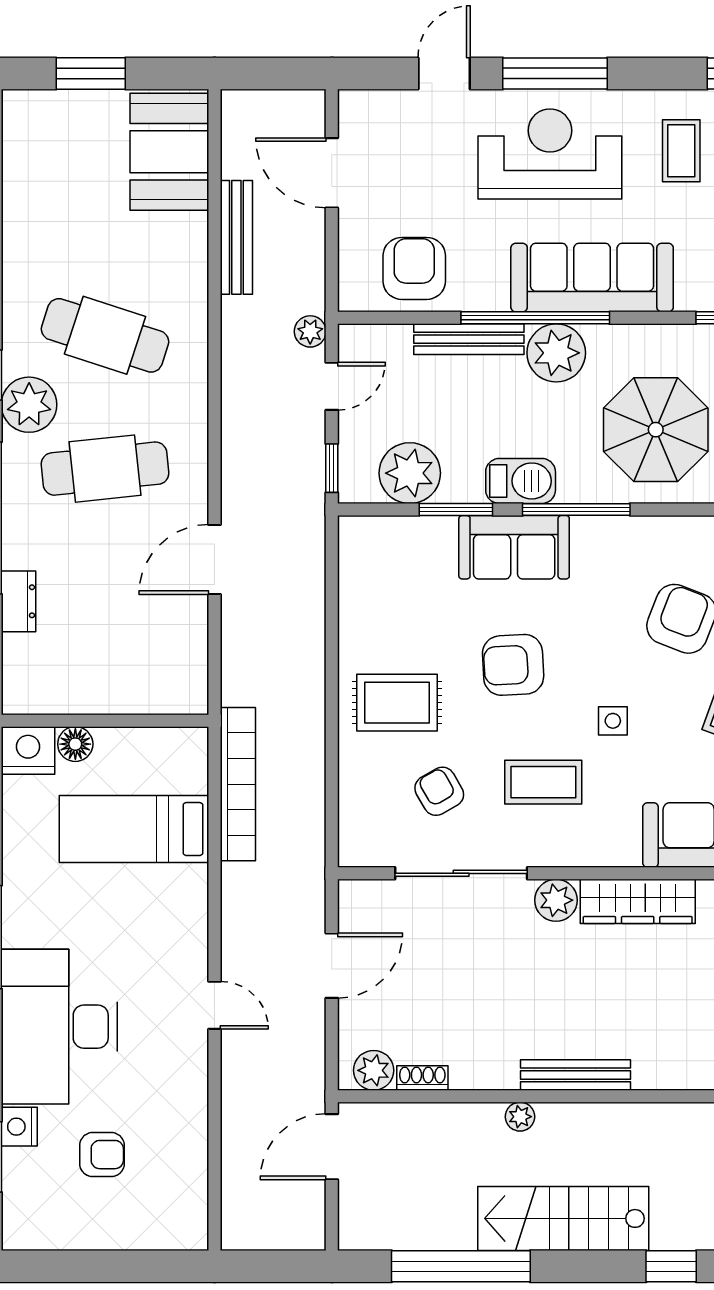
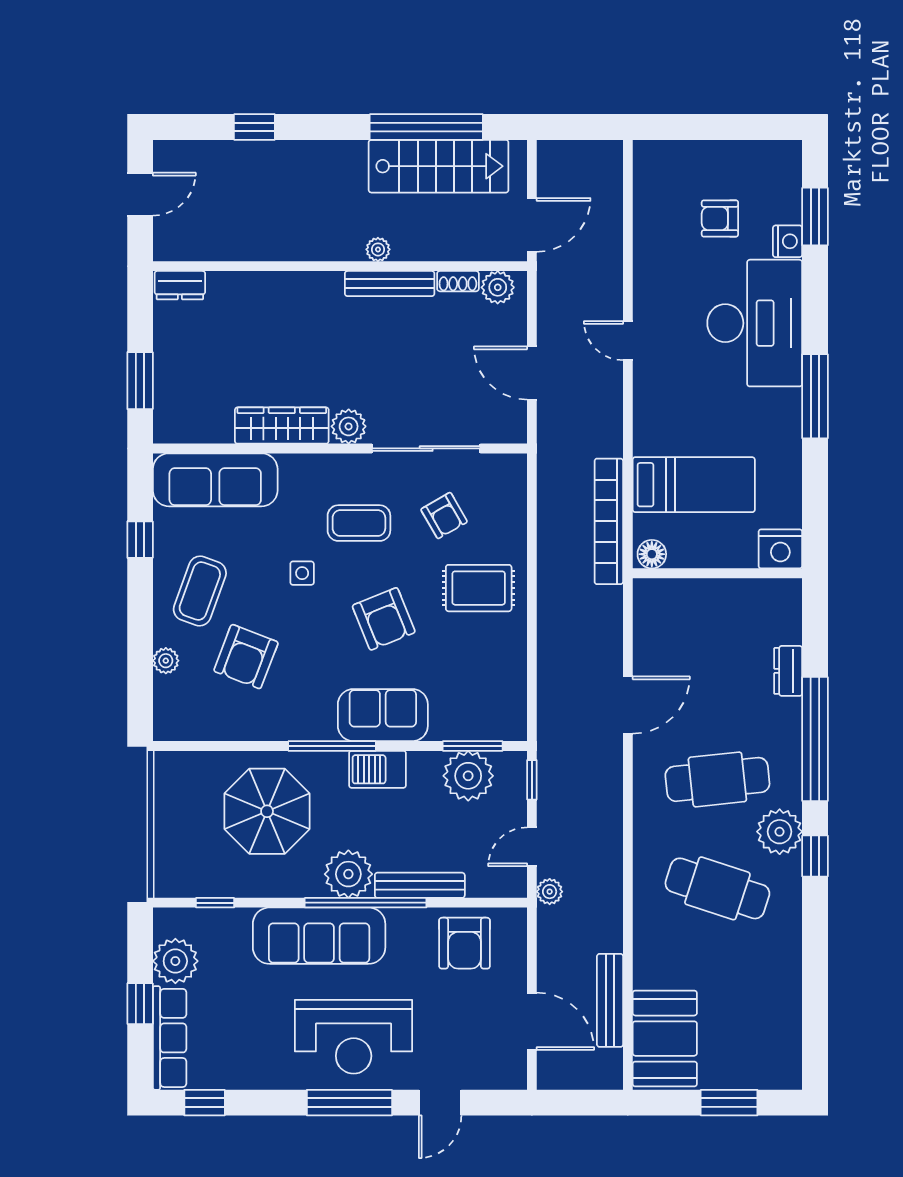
coffee table: (681, 151) -> (246, 1039), removed
bench: (236, 237) -> (610, 1000), moved
window: (456, 510) -> (473, 746), moved
armchair: (513, 665) -> (384, 619), turned 71
floor lamp: (75, 744) -> (652, 554), moved
door: (332, 966) -> (532, 373), hinge flipped
bench: (576, 1075) -> (390, 284), moved
stairs: (563, 1218) -> (439, 166), moved

